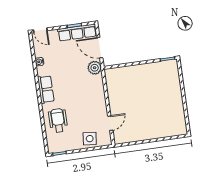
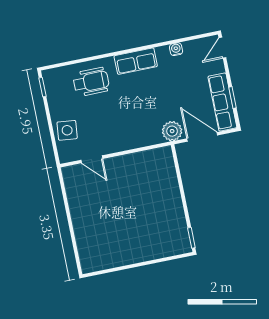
door: (100, 48) -> (202, 137), hinge flipped

